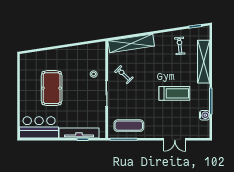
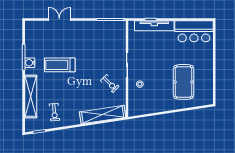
pool table: (52, 88) -> (184, 82), moved
water cooler: (205, 115) -> (30, 63), moved
exercise mat: (129, 126) -> (105, 33), removed

